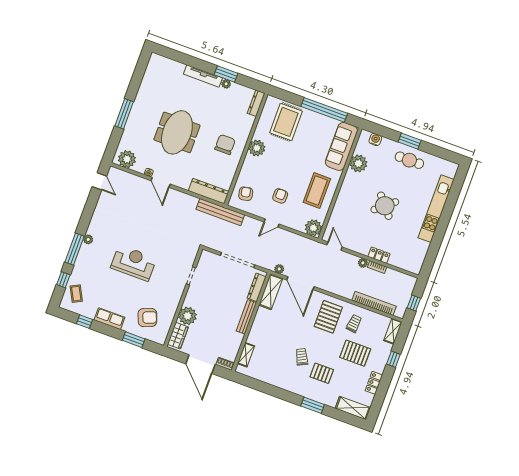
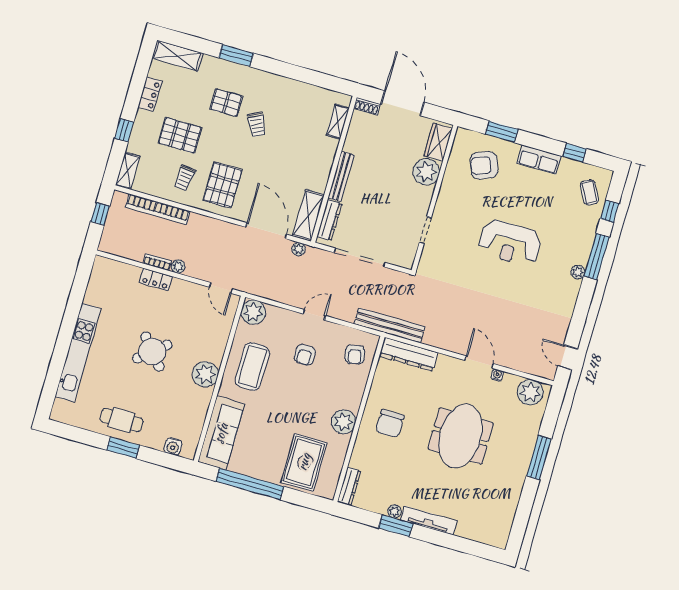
plant: (358, 163) -> (205, 374), moved

